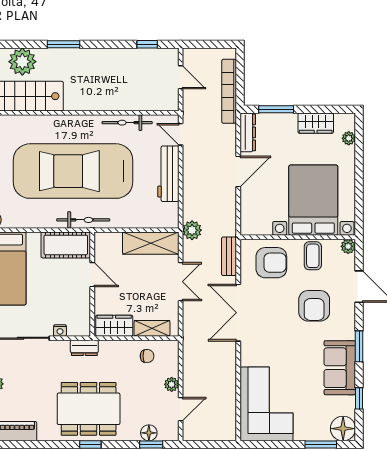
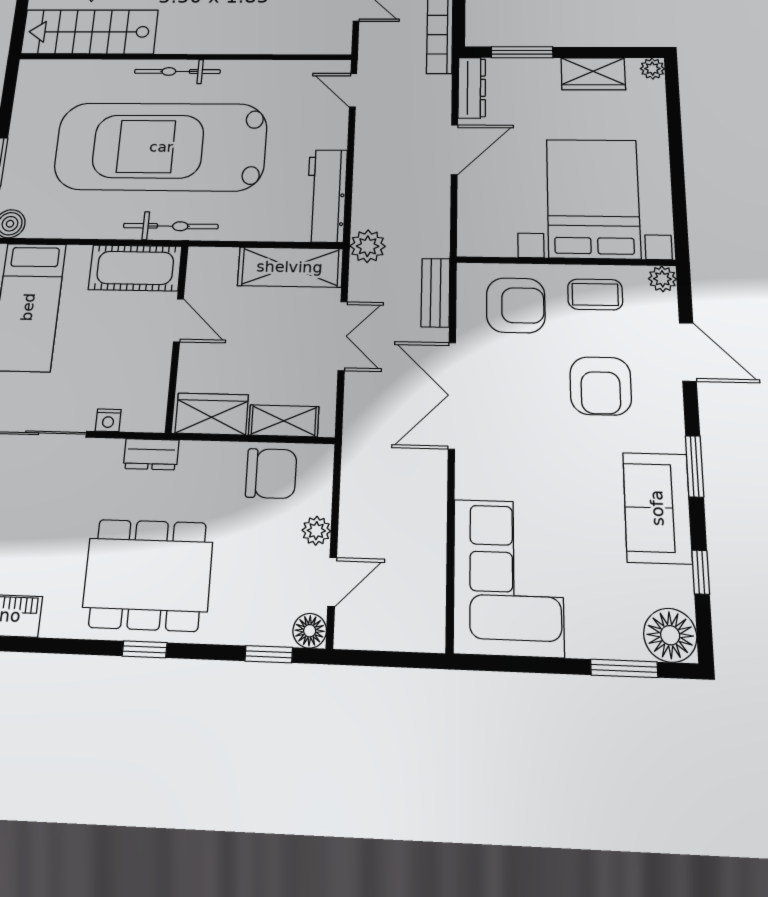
bicycle: (127, 123) -> (177, 71), moved
plant: (349, 138) -> (652, 69), moved
workbench: (168, 174) -> (326, 196), moved
coffee table: (313, 256) -> (595, 294), turned 90
chair: (147, 356) -> (271, 473), width x1.87, depth x1.87
floor lamp: (149, 433) -> (310, 631), moved

